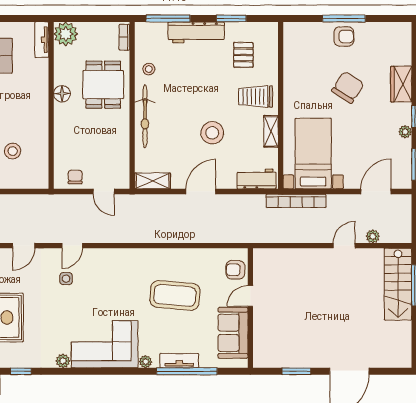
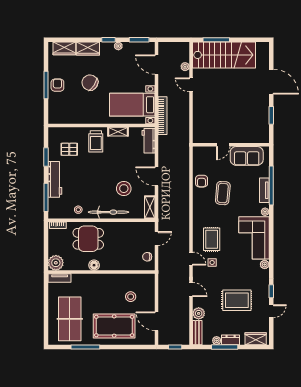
wardrobe: (401, 47) -> (64, 48), added
stool: (212, 133) -> (124, 189), moved
armchair: (235, 270) -> (202, 181), moved
rug: (102, 278) -> (212, 239), added
stairs: (398, 284) -> (224, 55), width x1.36, depth x1.51
coffee table: (175, 295) -> (223, 193), width x0.73, depth x0.76
door: (250, 296) -> (223, 145), hinge flipped

